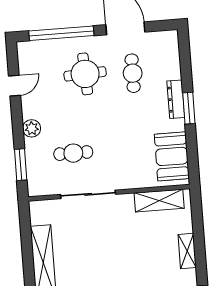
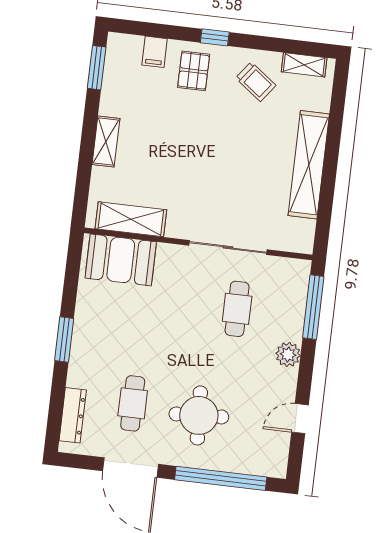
dresser: (176, 99) -> (73, 415), moved
cafe table: (73, 153) -> (237, 309), turned 90
booth: (172, 156) -> (121, 260), moved, turned 90
window: (21, 165) -> (313, 307), width x1.44

